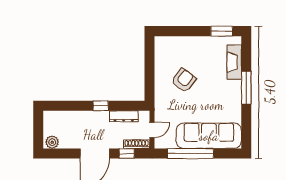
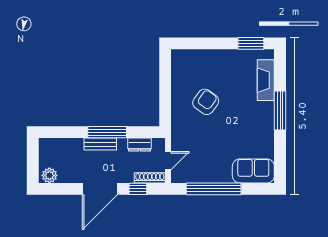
window: (101, 106) -> (107, 132), width x2.17
bench: (95, 116) -> (100, 144), added
dresser: (124, 116) -> (140, 145), width x0.70
sofa: (209, 136) -> (253, 171), width x0.54, depth x0.79

